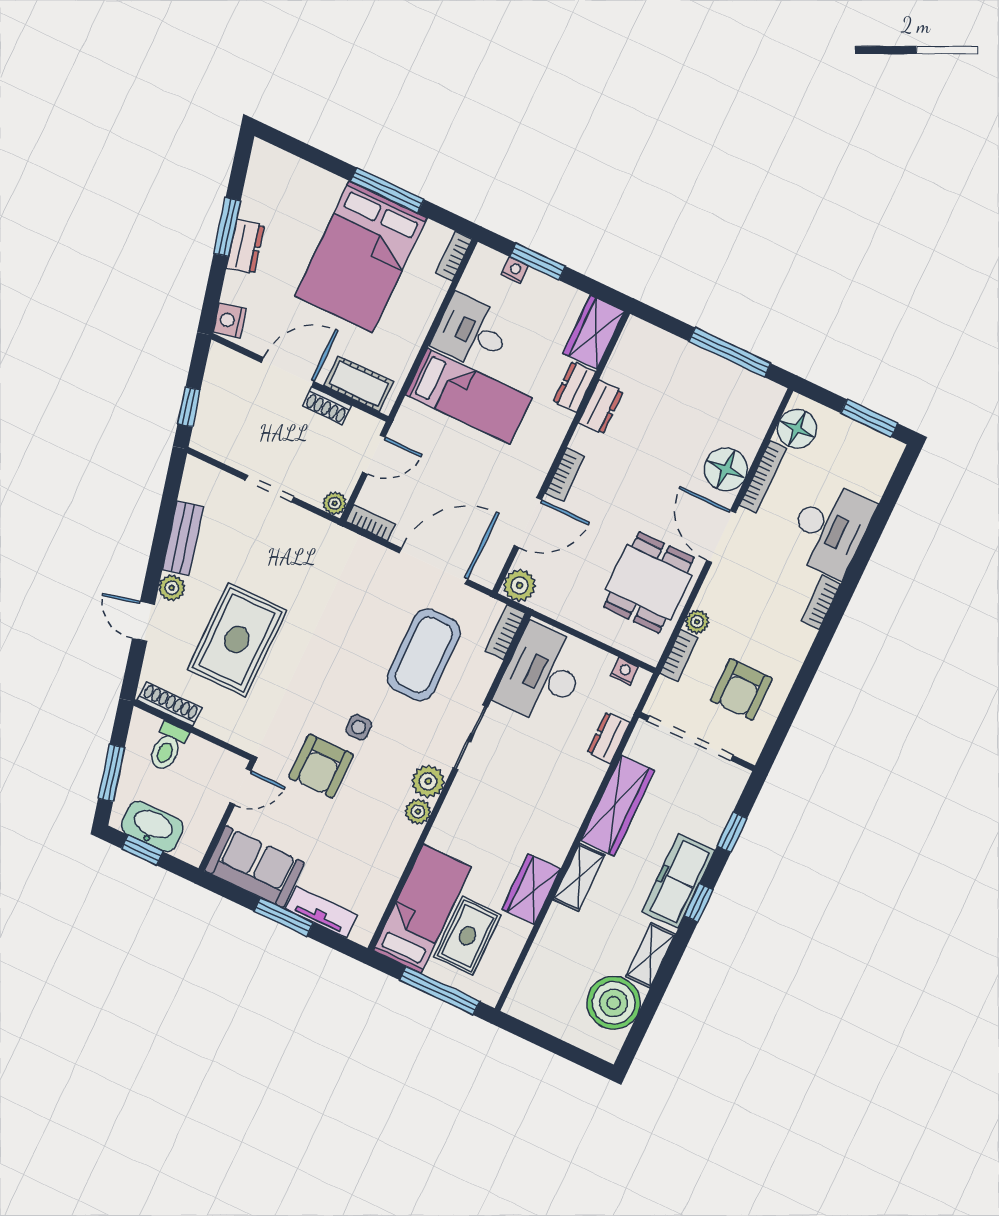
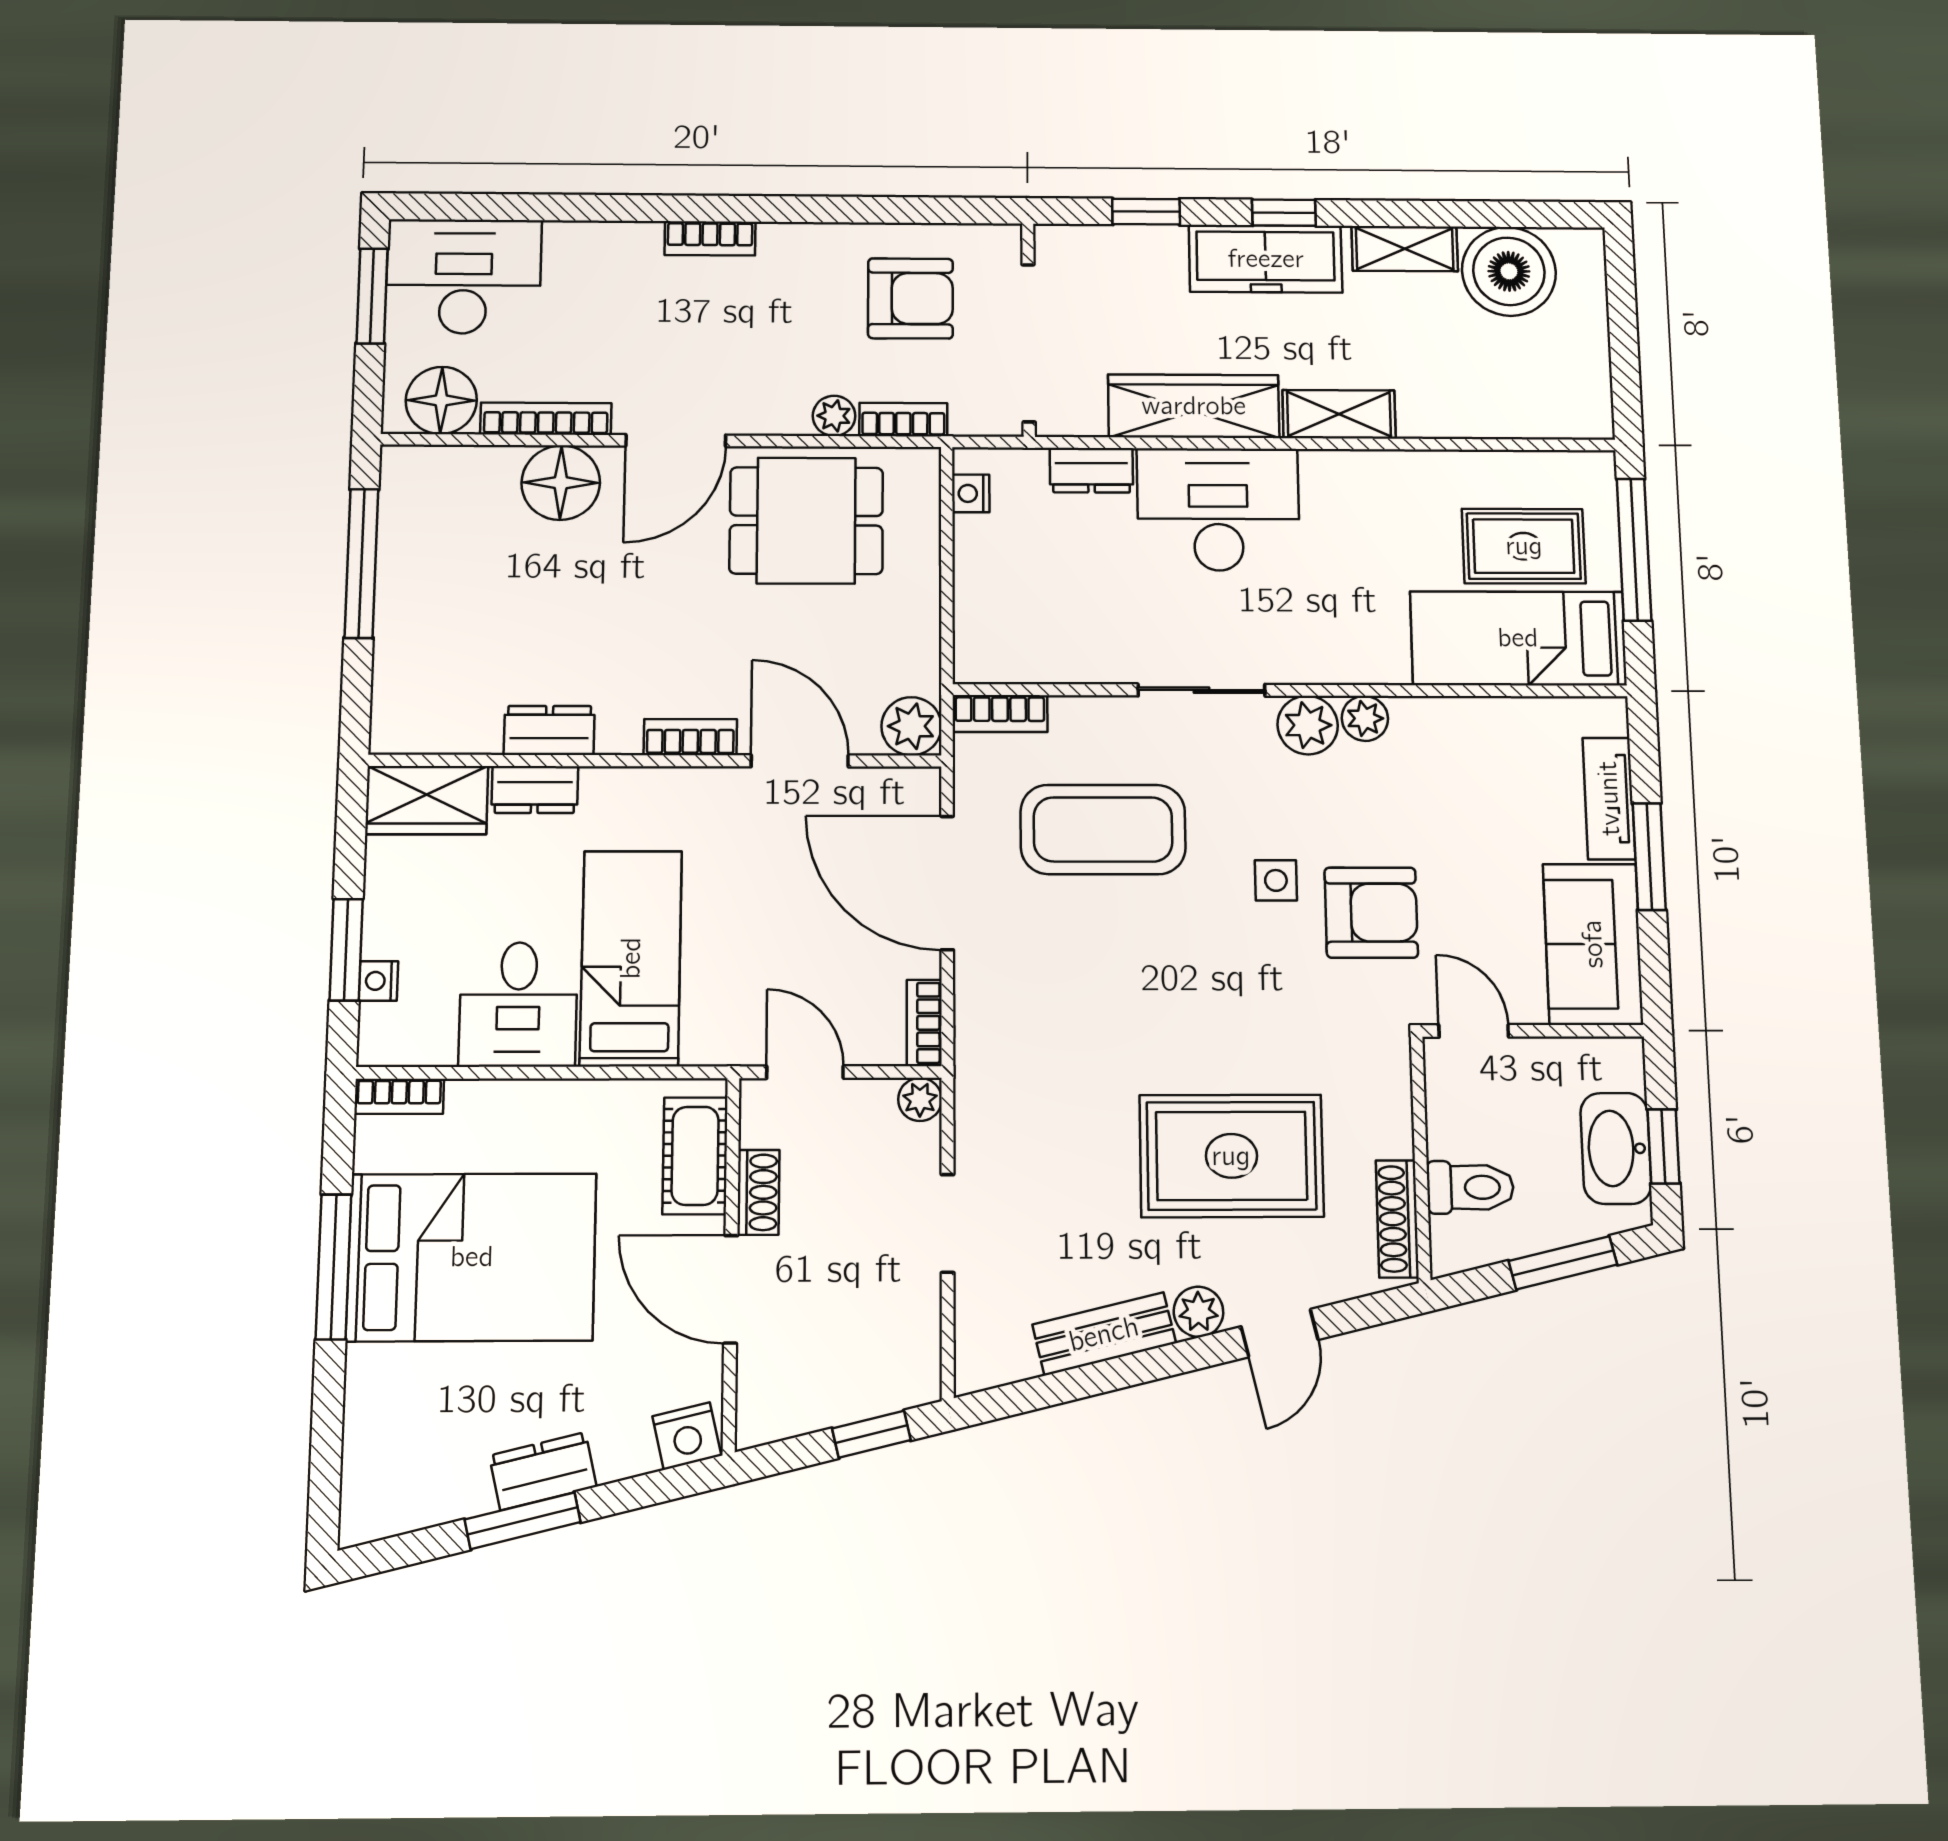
desk: (830, 529) -> (464, 276), moved
desk: (542, 674) -> (1218, 509), moved, turned 180
wardrobe: (531, 889) -> (1397, 480), removed

